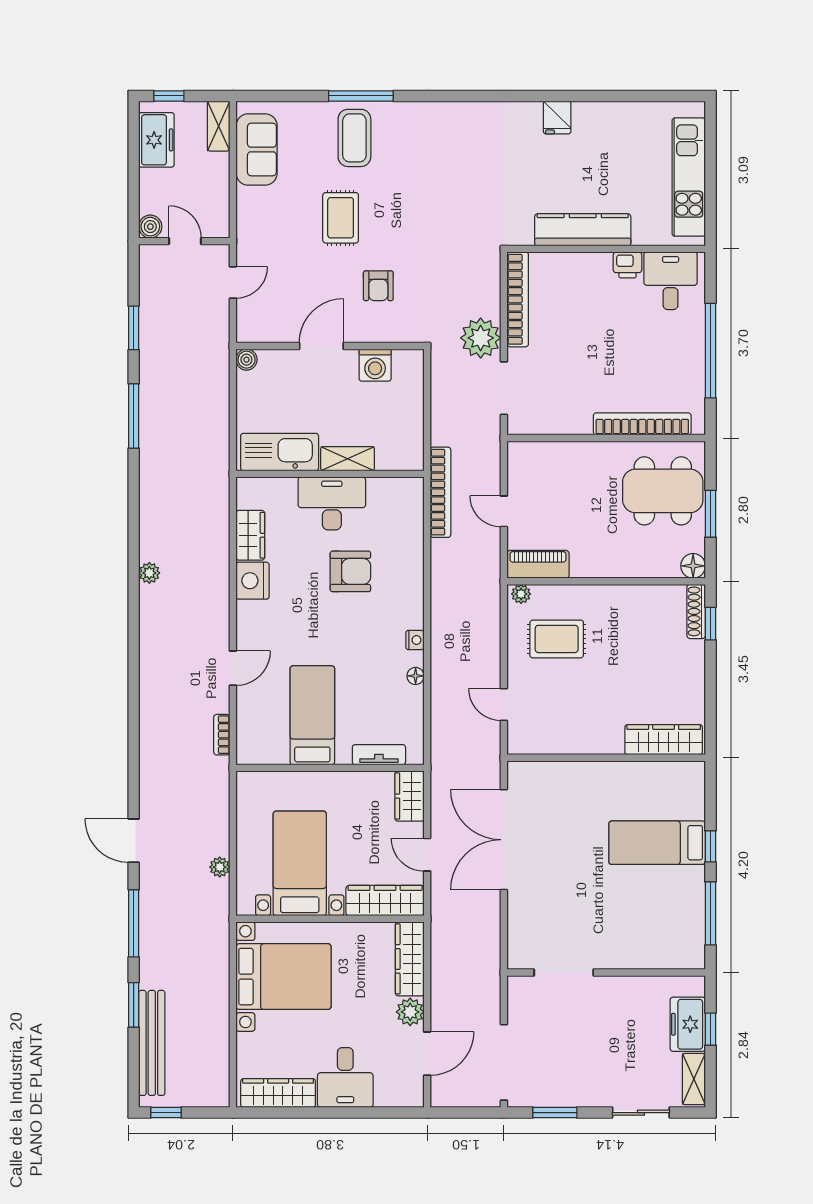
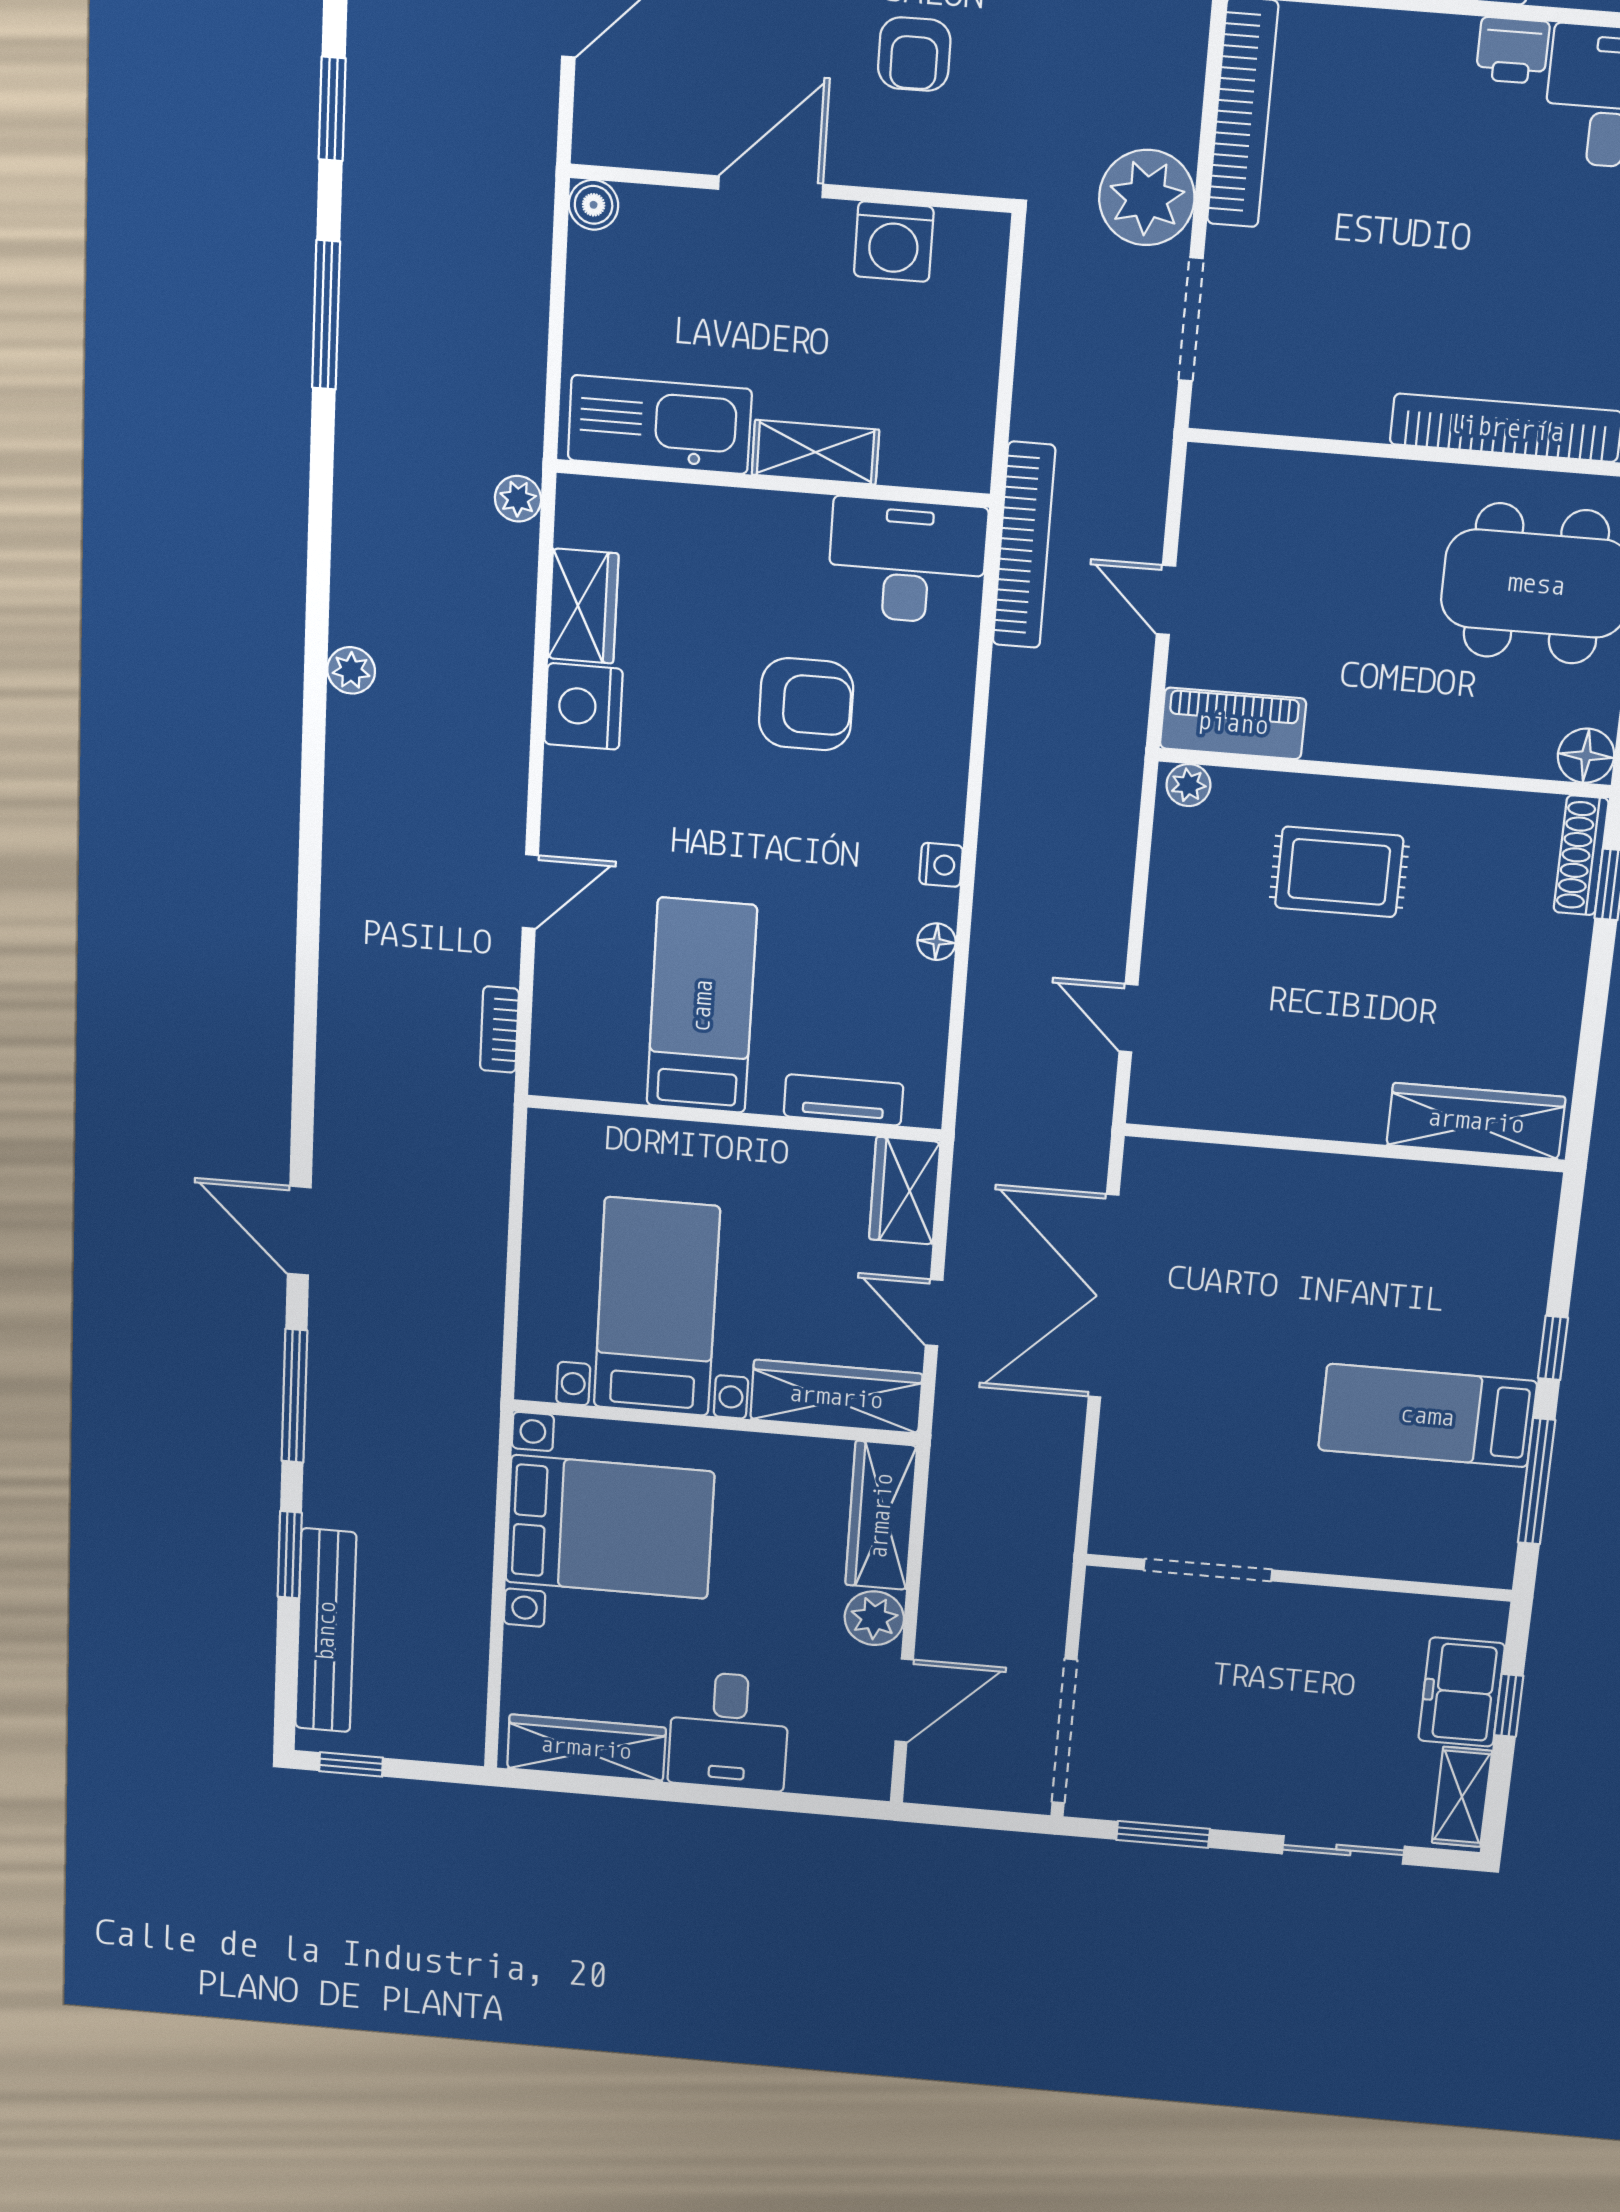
desk: (332, 503) -> (907, 561), moved
rug: (557, 639) -> (1339, 872), moved
bed: (657, 843) -> (1427, 1416), moved
plant: (220, 867) -> (518, 499), moved

